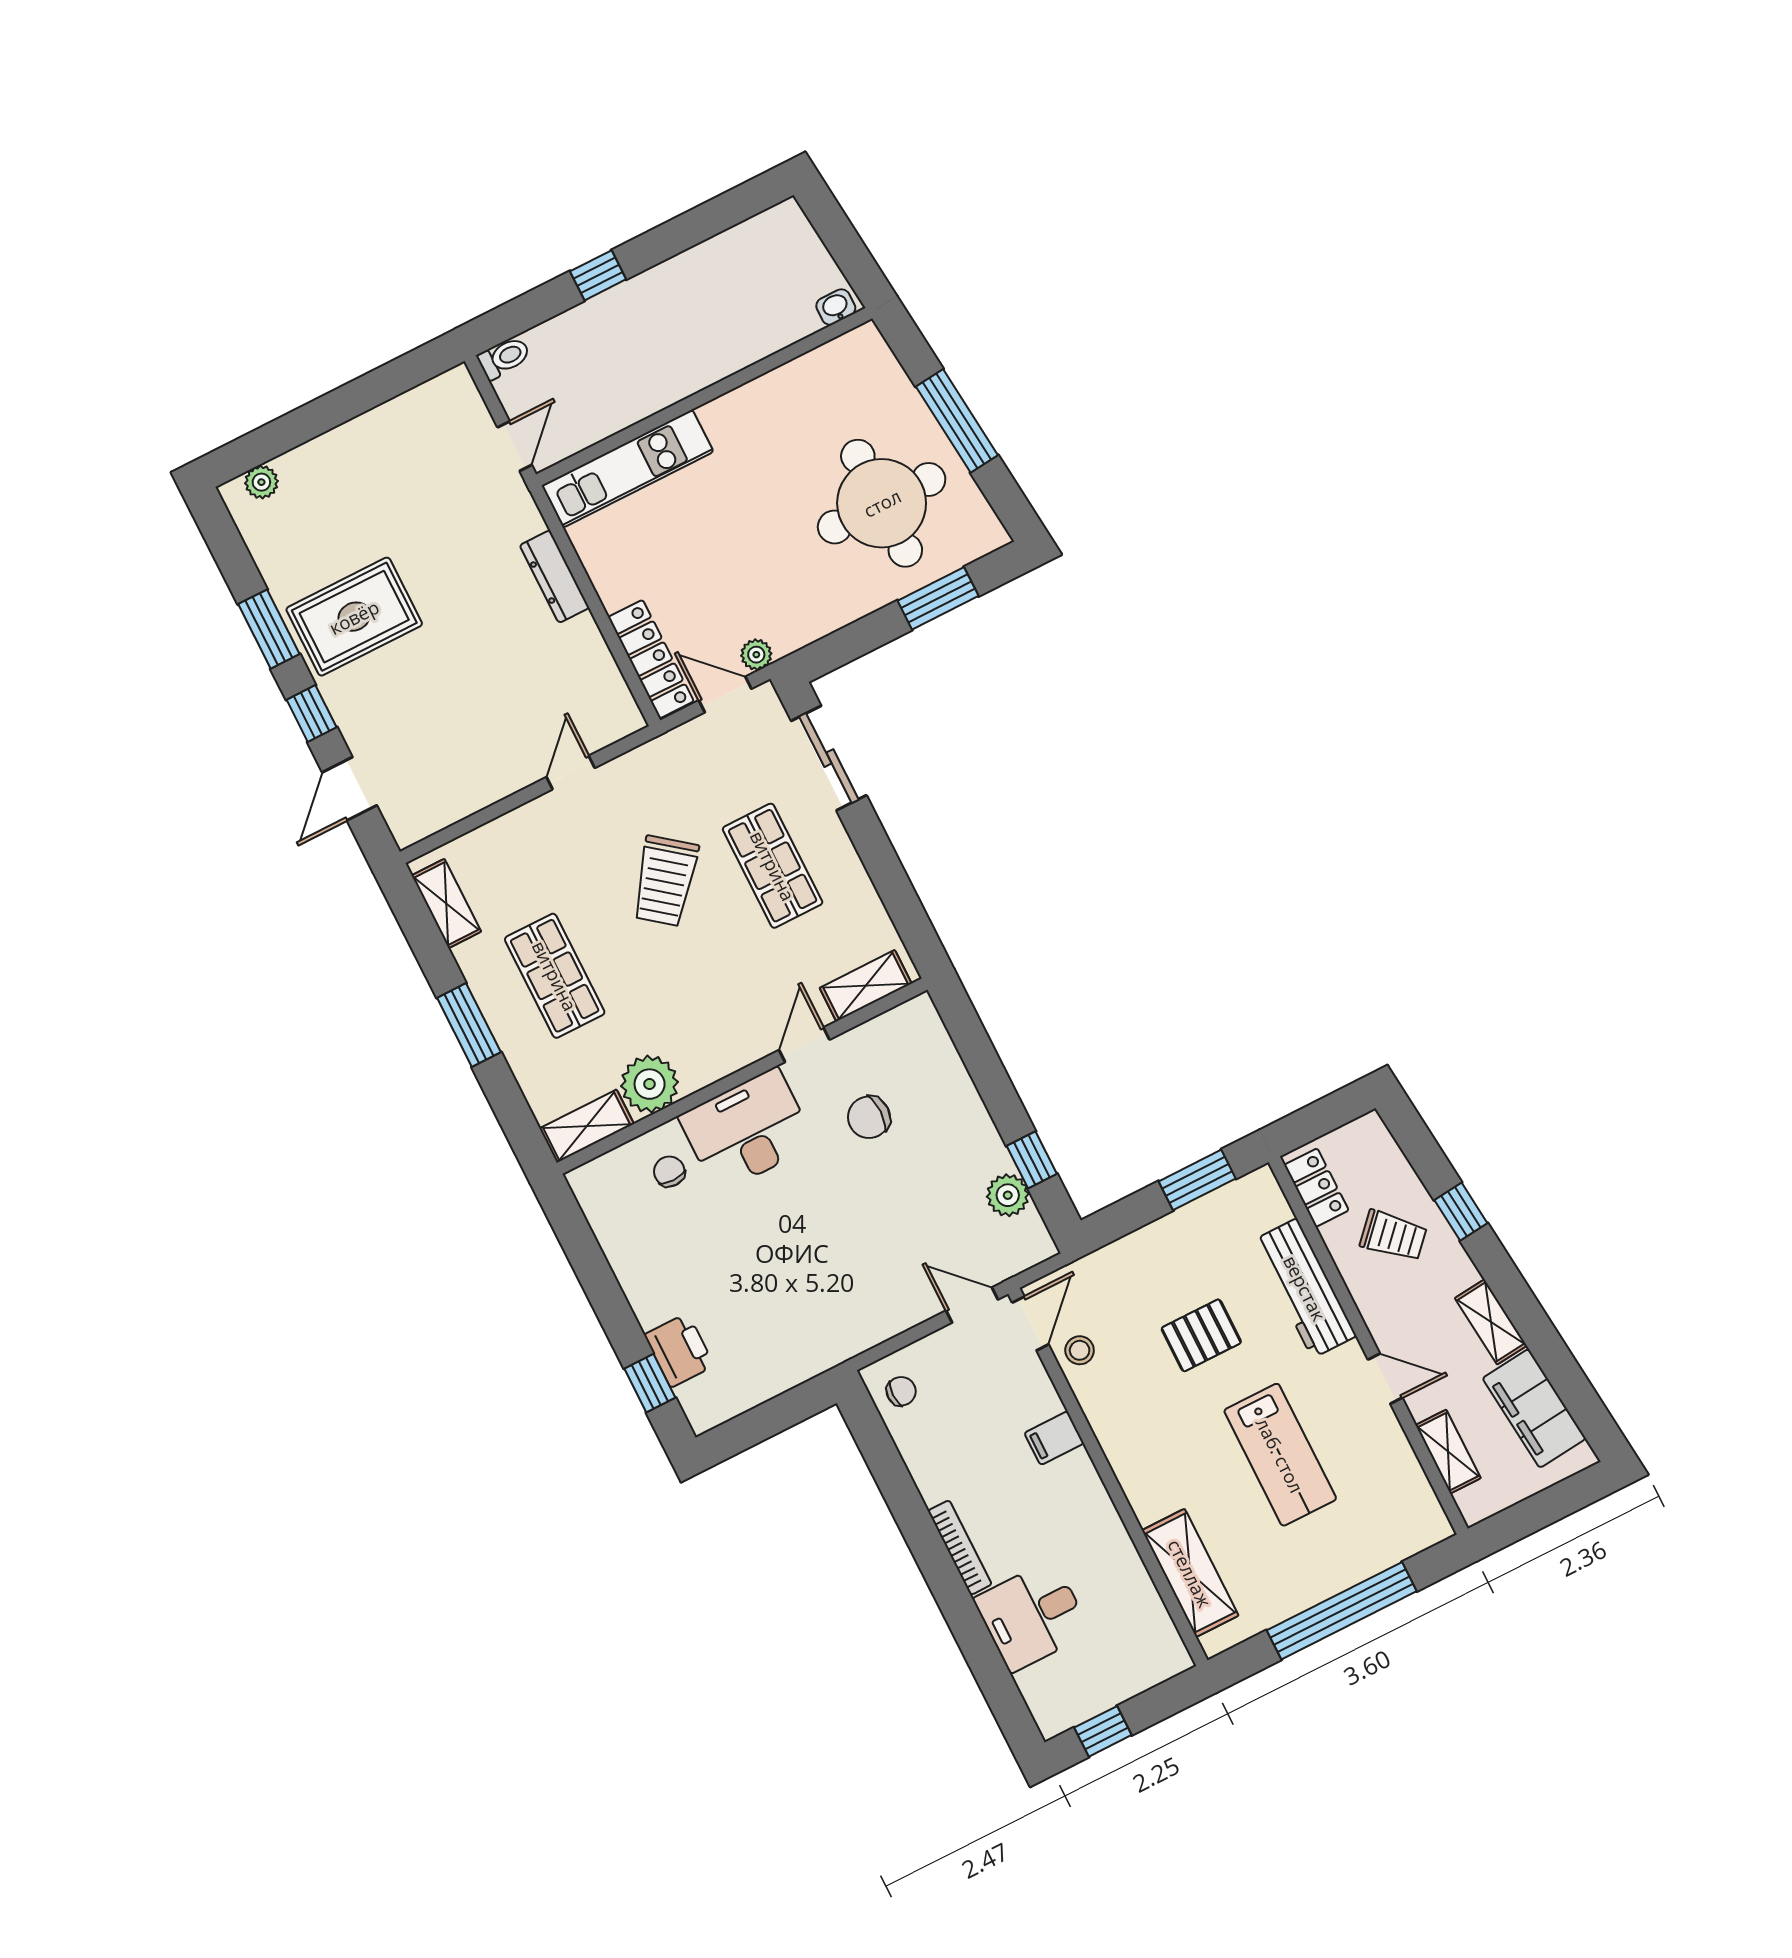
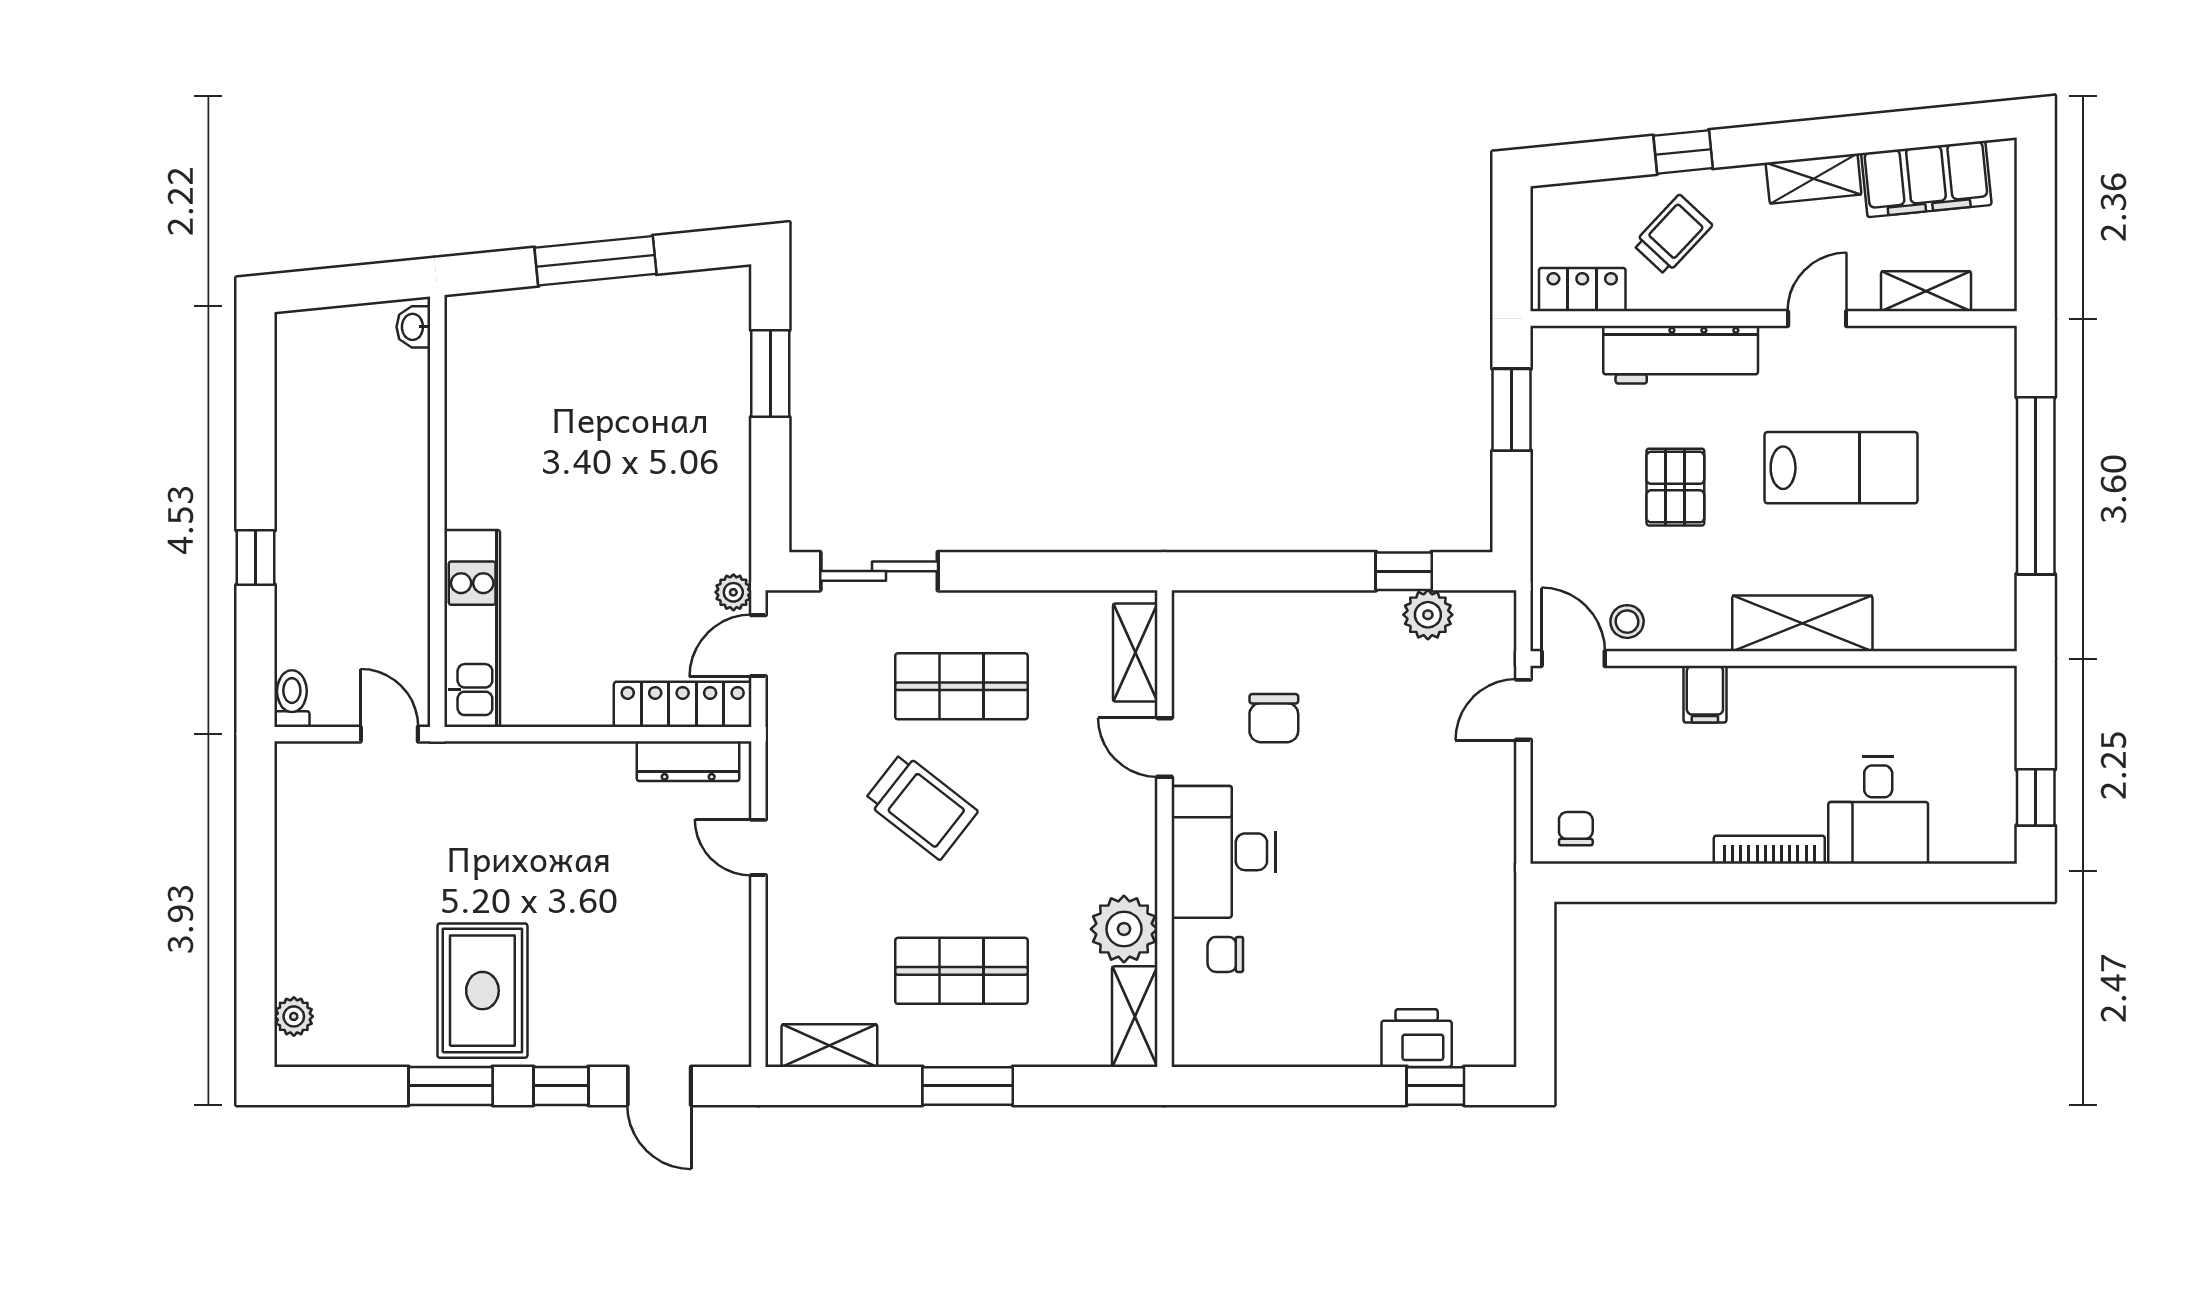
round table: (882, 503) -> (642, 382), removed
dresser: (554, 577) -> (688, 761), moved
shelving: (1190, 1573) -> (1802, 623), moved

